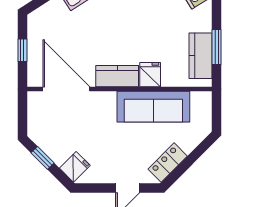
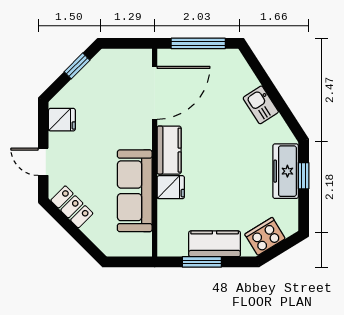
window: (22, 50) -> (198, 43), width x2.17
kitchen counter: (200, 56) -> (215, 244), moved
fridge: (75, 167) -> (62, 120), moved, turned -45

